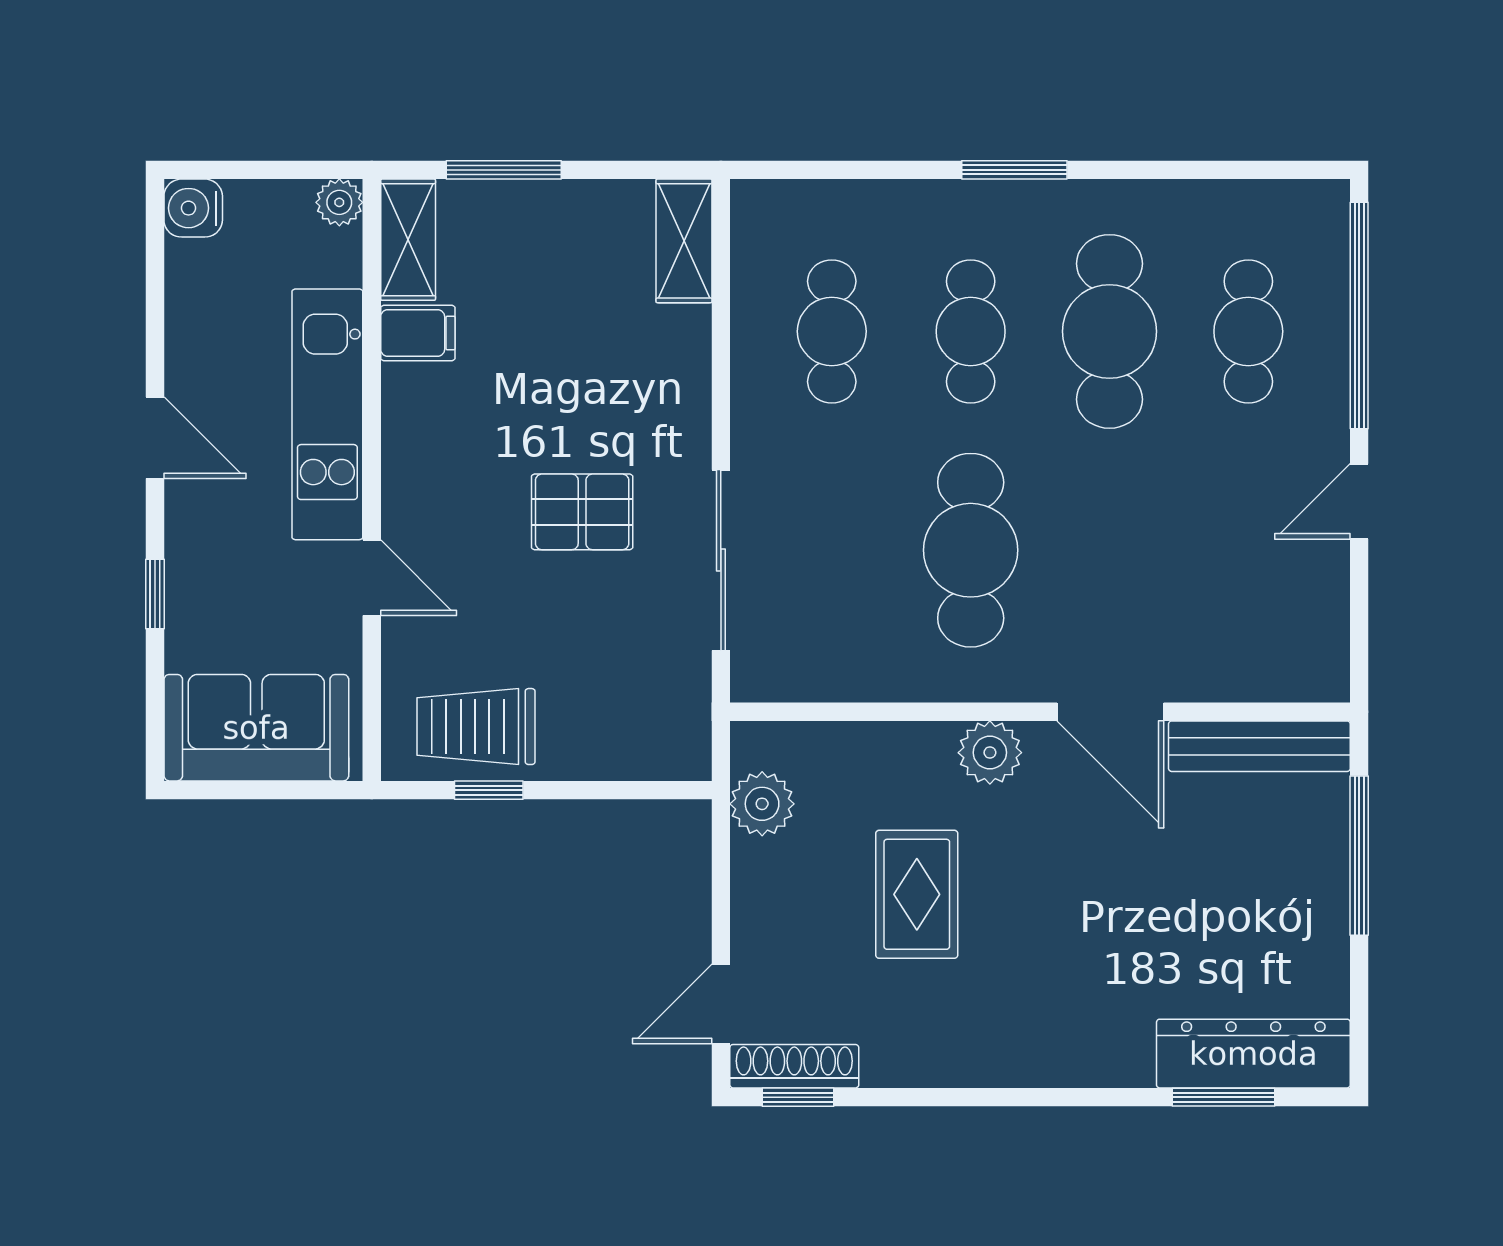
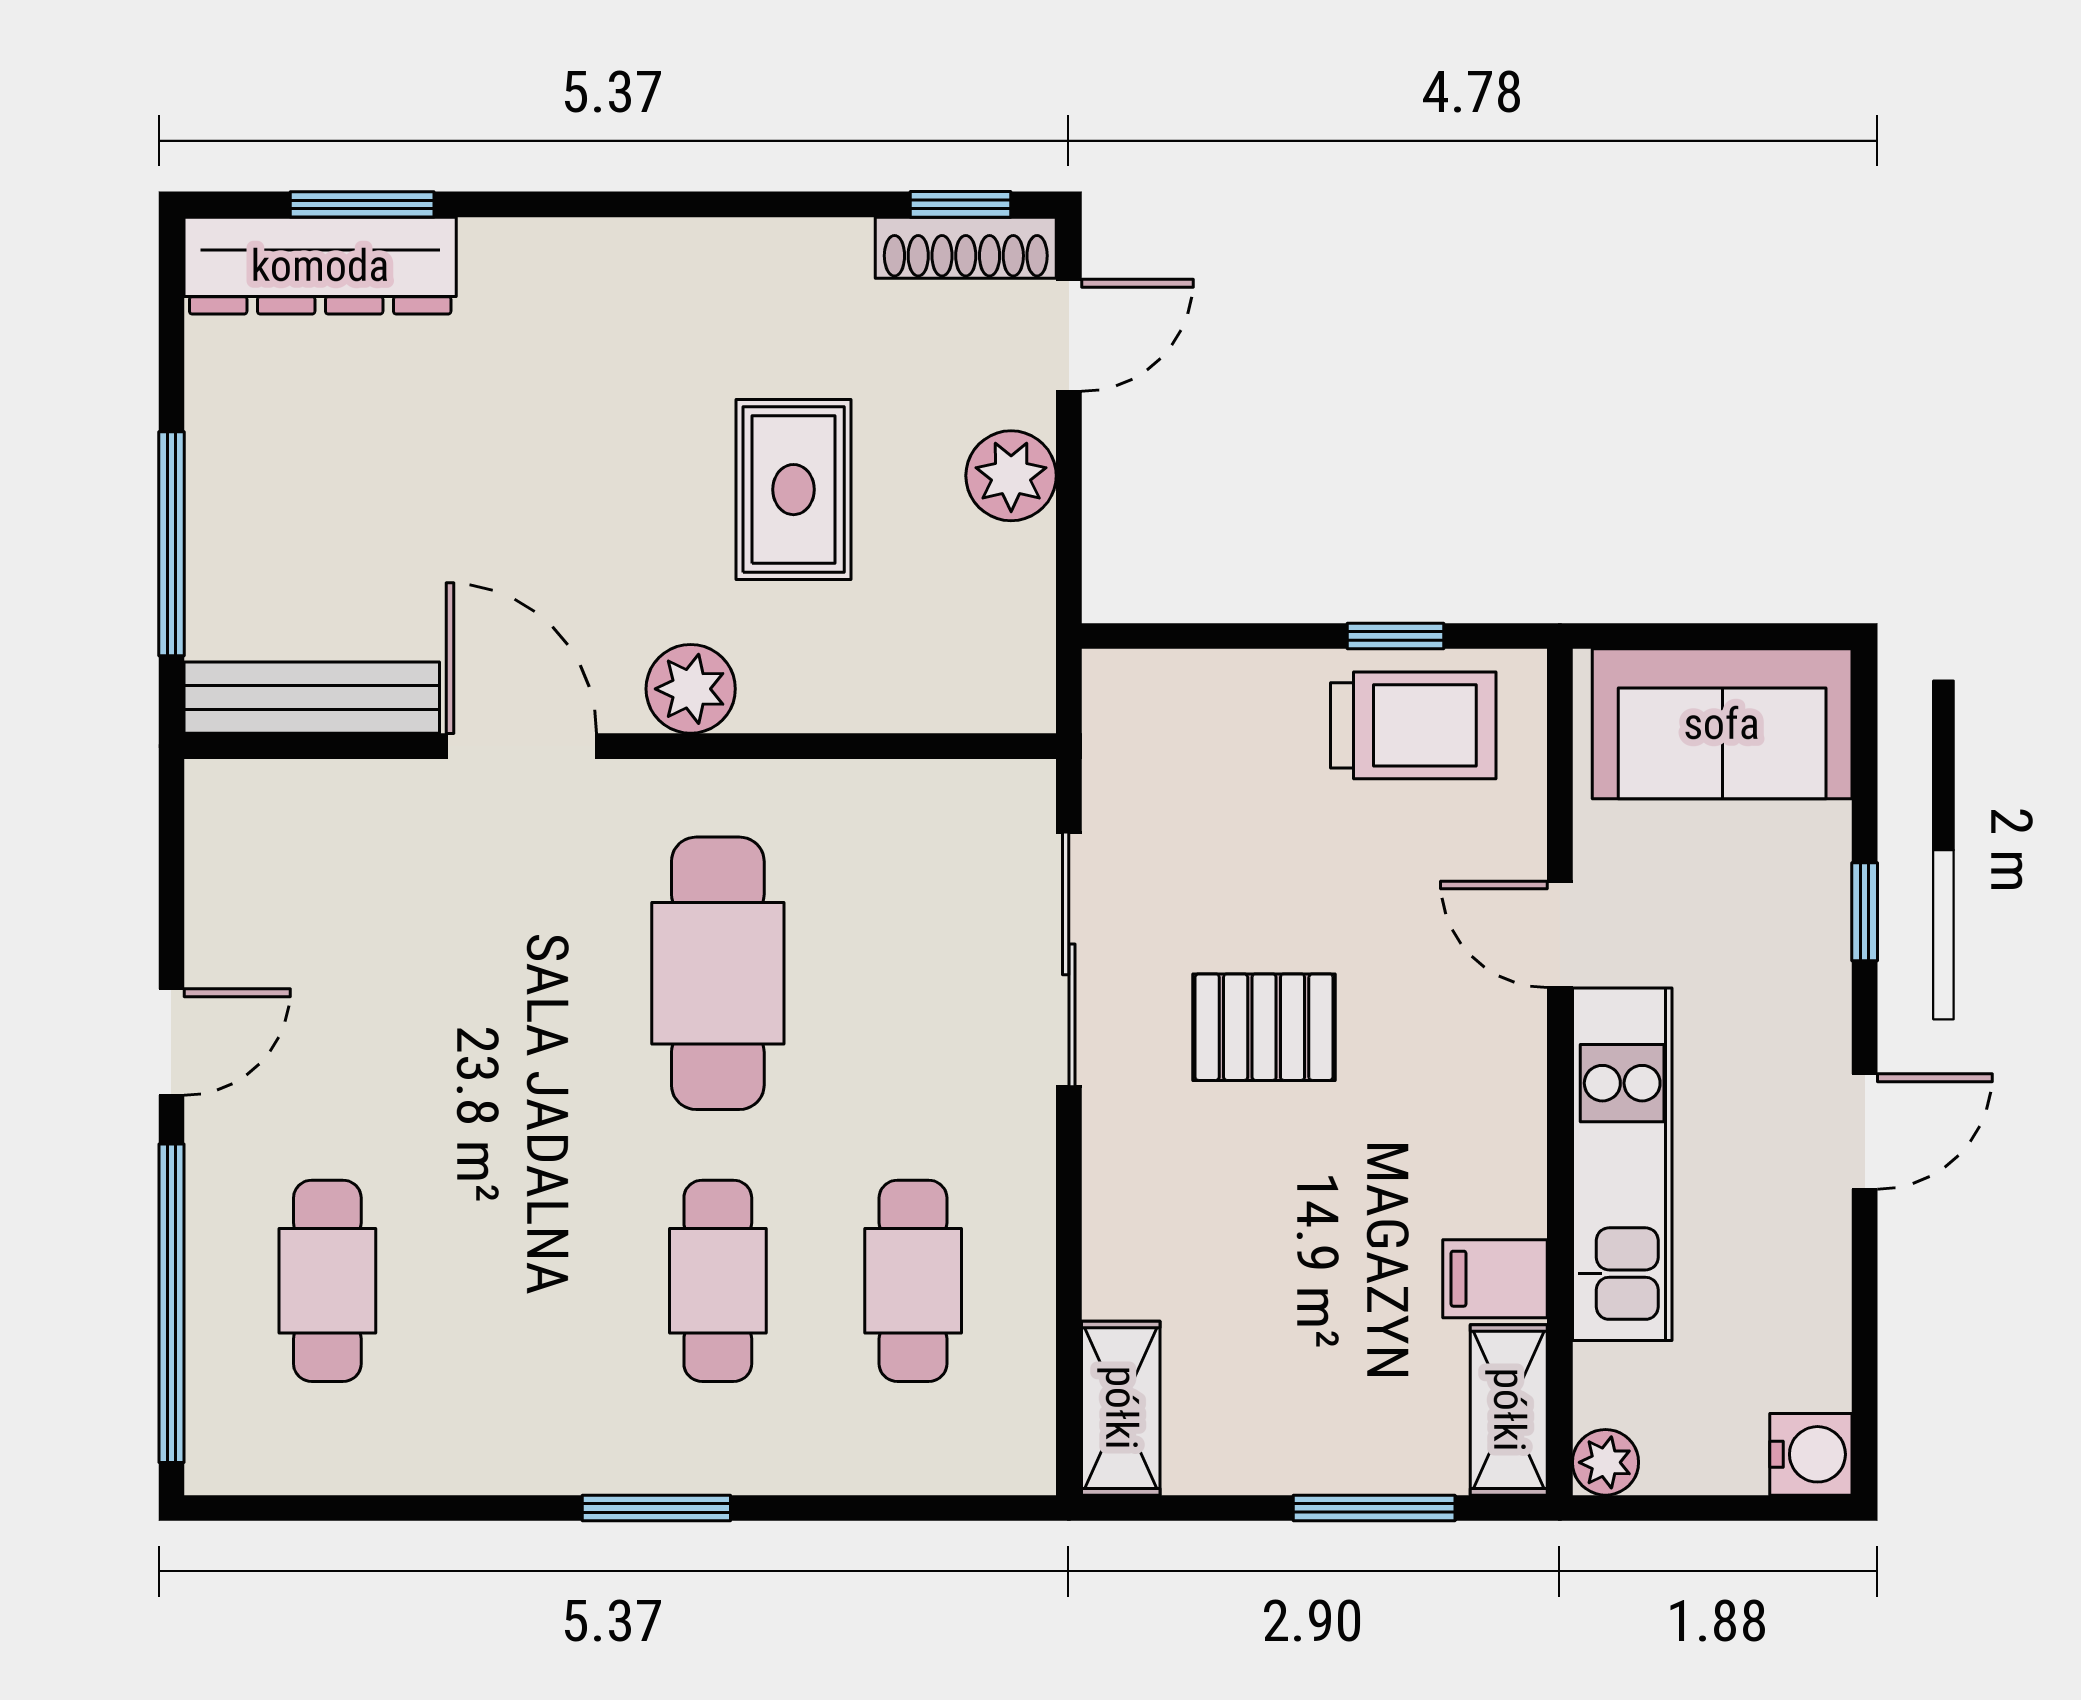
cafe table: (1109, 331) -> (523, 1281), removed
door: (155, 438) -> (1865, 1131), swing flipped
plant: (762, 804) -> (1011, 476), moved

